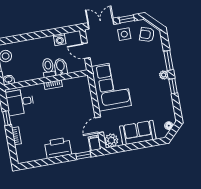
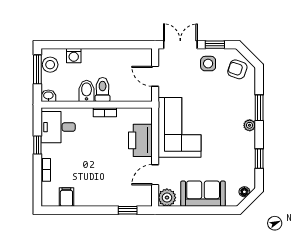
washing machine: (60, 39) -> (74, 56), moved
bidet: (61, 67) -> (87, 91), moved
window: (173, 86) -> (259, 159), moved
filing cabinet: (95, 143) -> (66, 197), moved
printer: (58, 148) -> (140, 140), moved, turned -90

